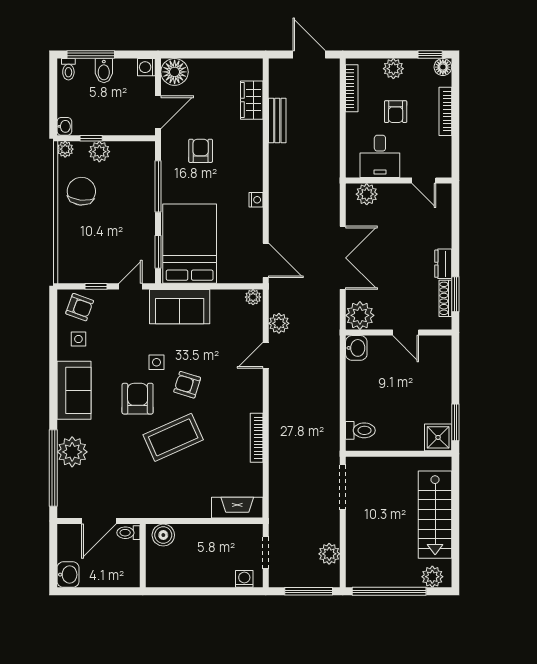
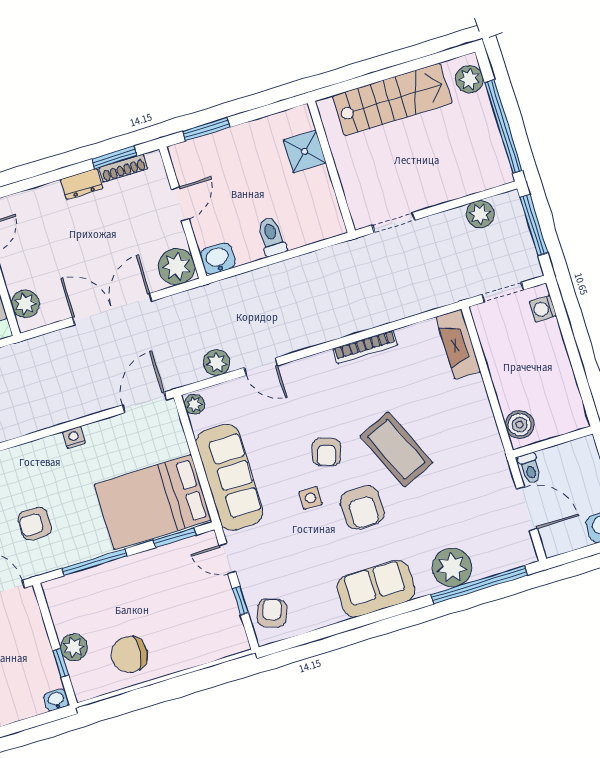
plant: (65, 149) -> (84, 690), removed
sofa: (180, 307) -> (229, 477), width x1.36
side table: (78, 339) -> (311, 602), removed
armchair: (138, 399) -> (362, 507), turned -90
window: (455, 422) -> (206, 129), moved
toilet: (360, 430) -> (272, 237), moved
shower: (438, 437) -> (305, 151), moved
doorway: (343, 487) -> (394, 223), width x0.73

